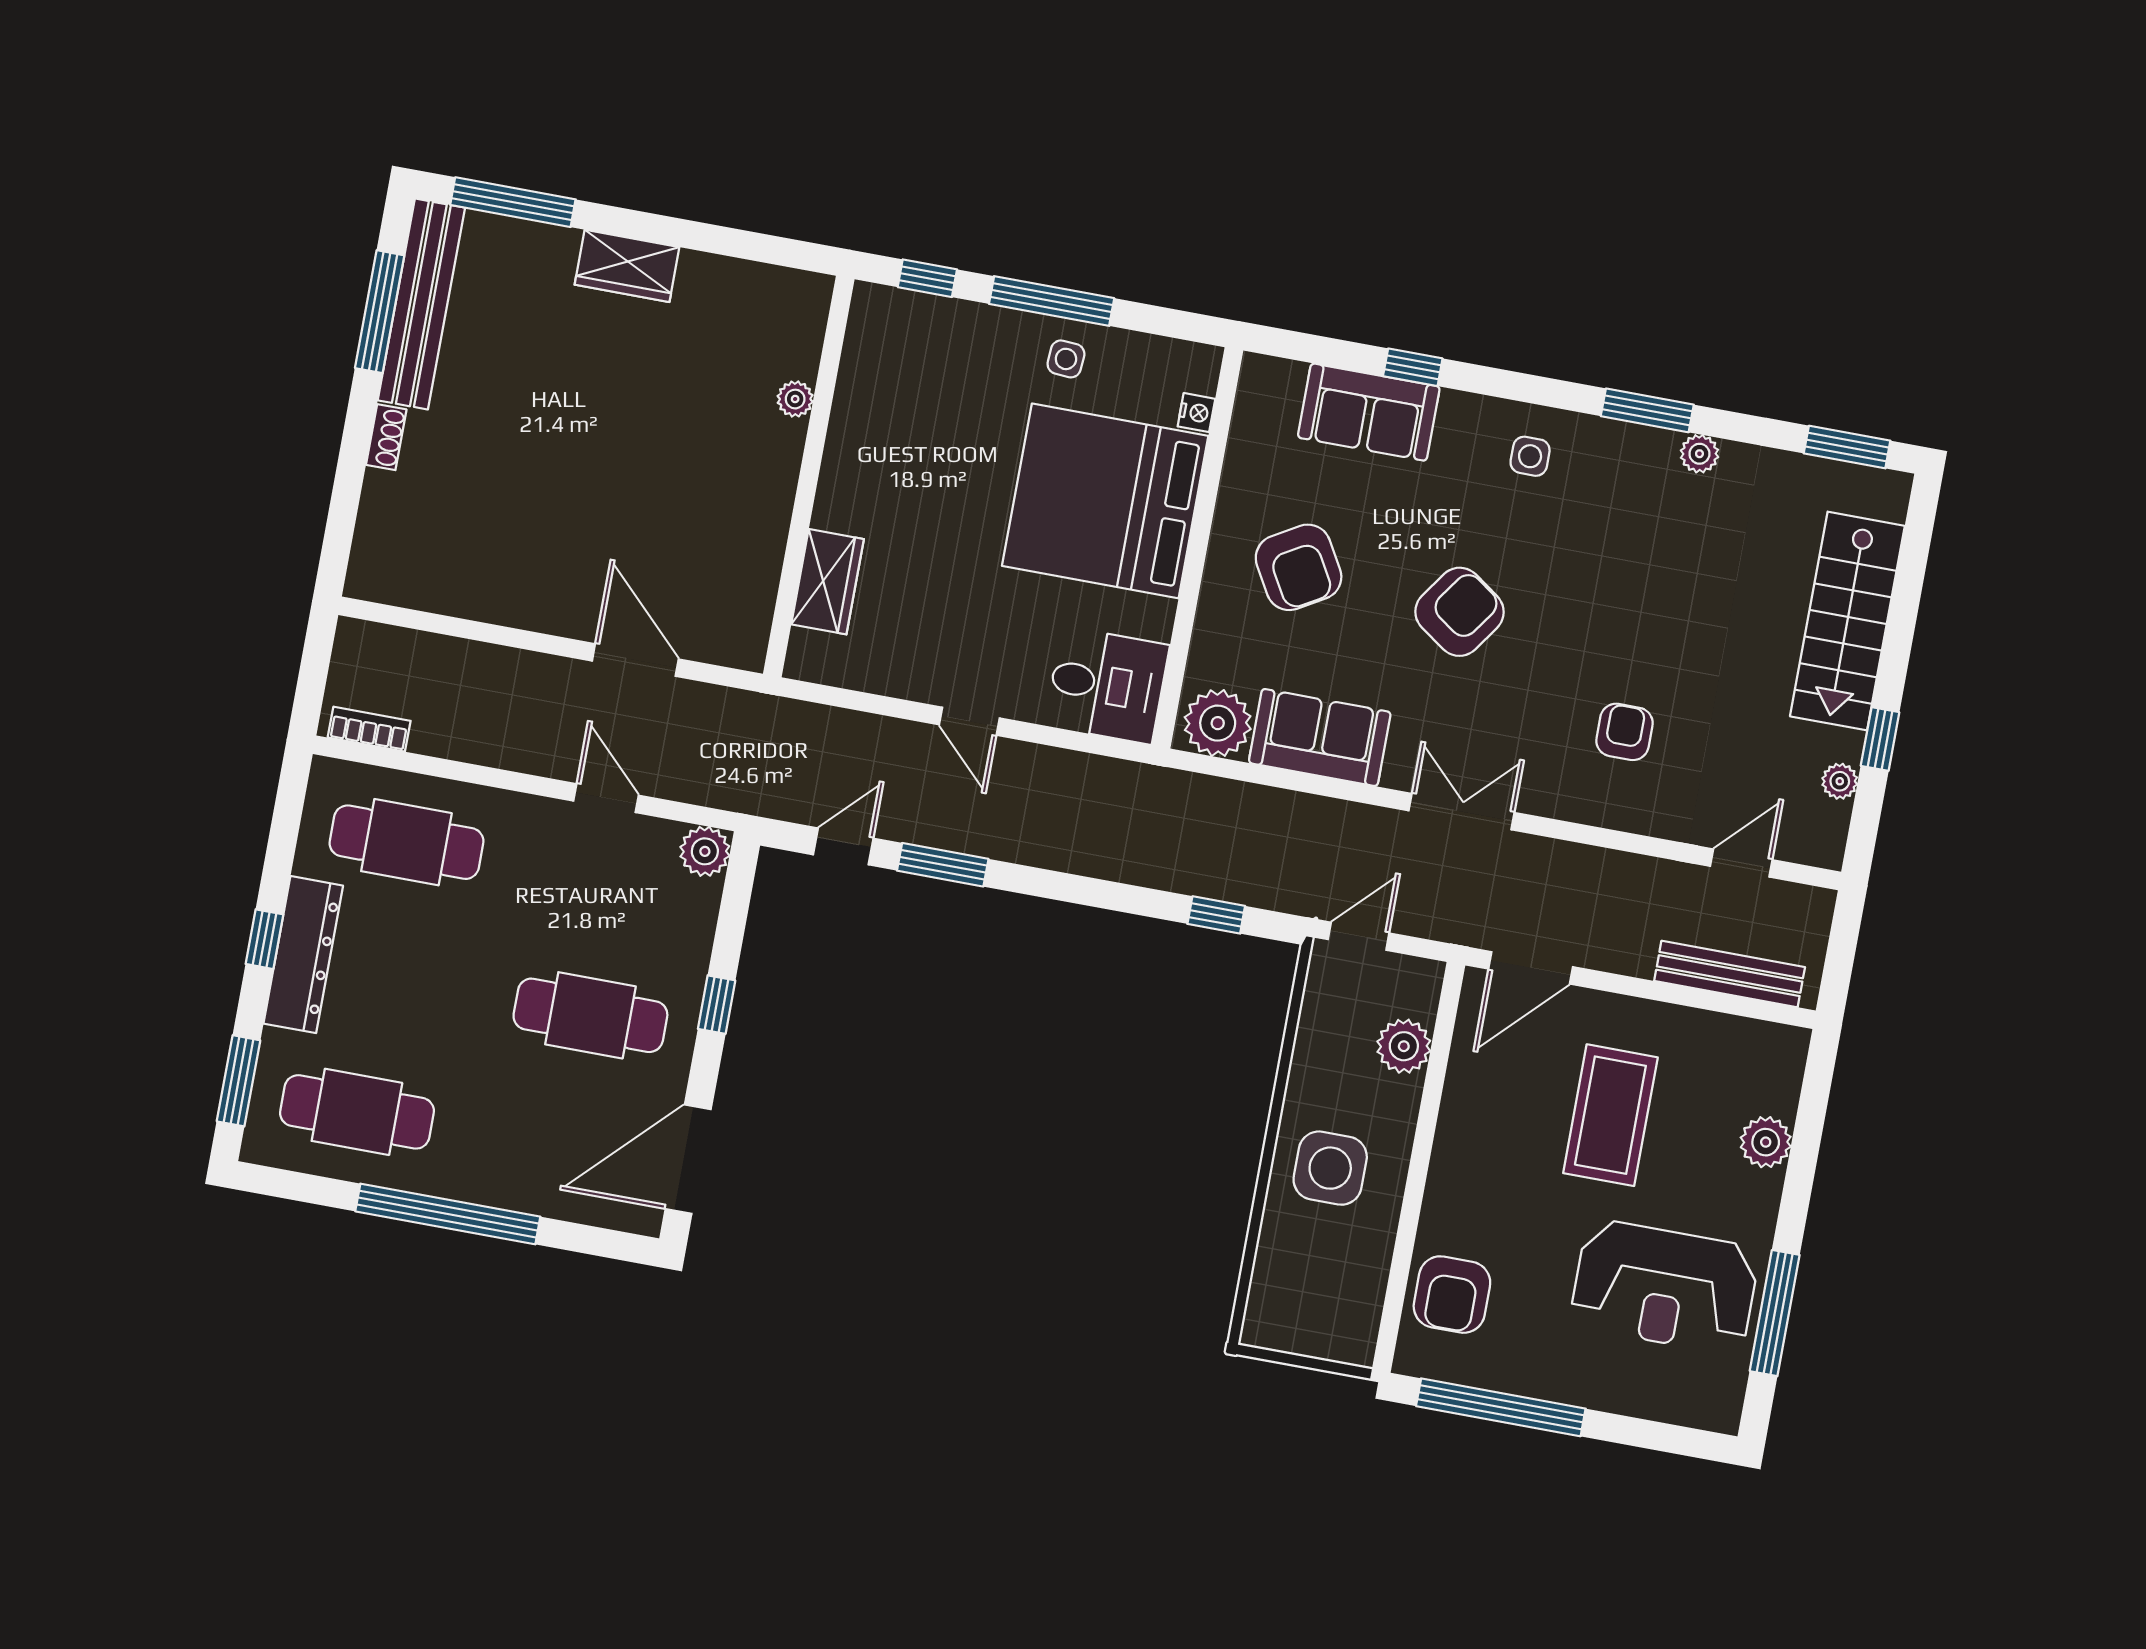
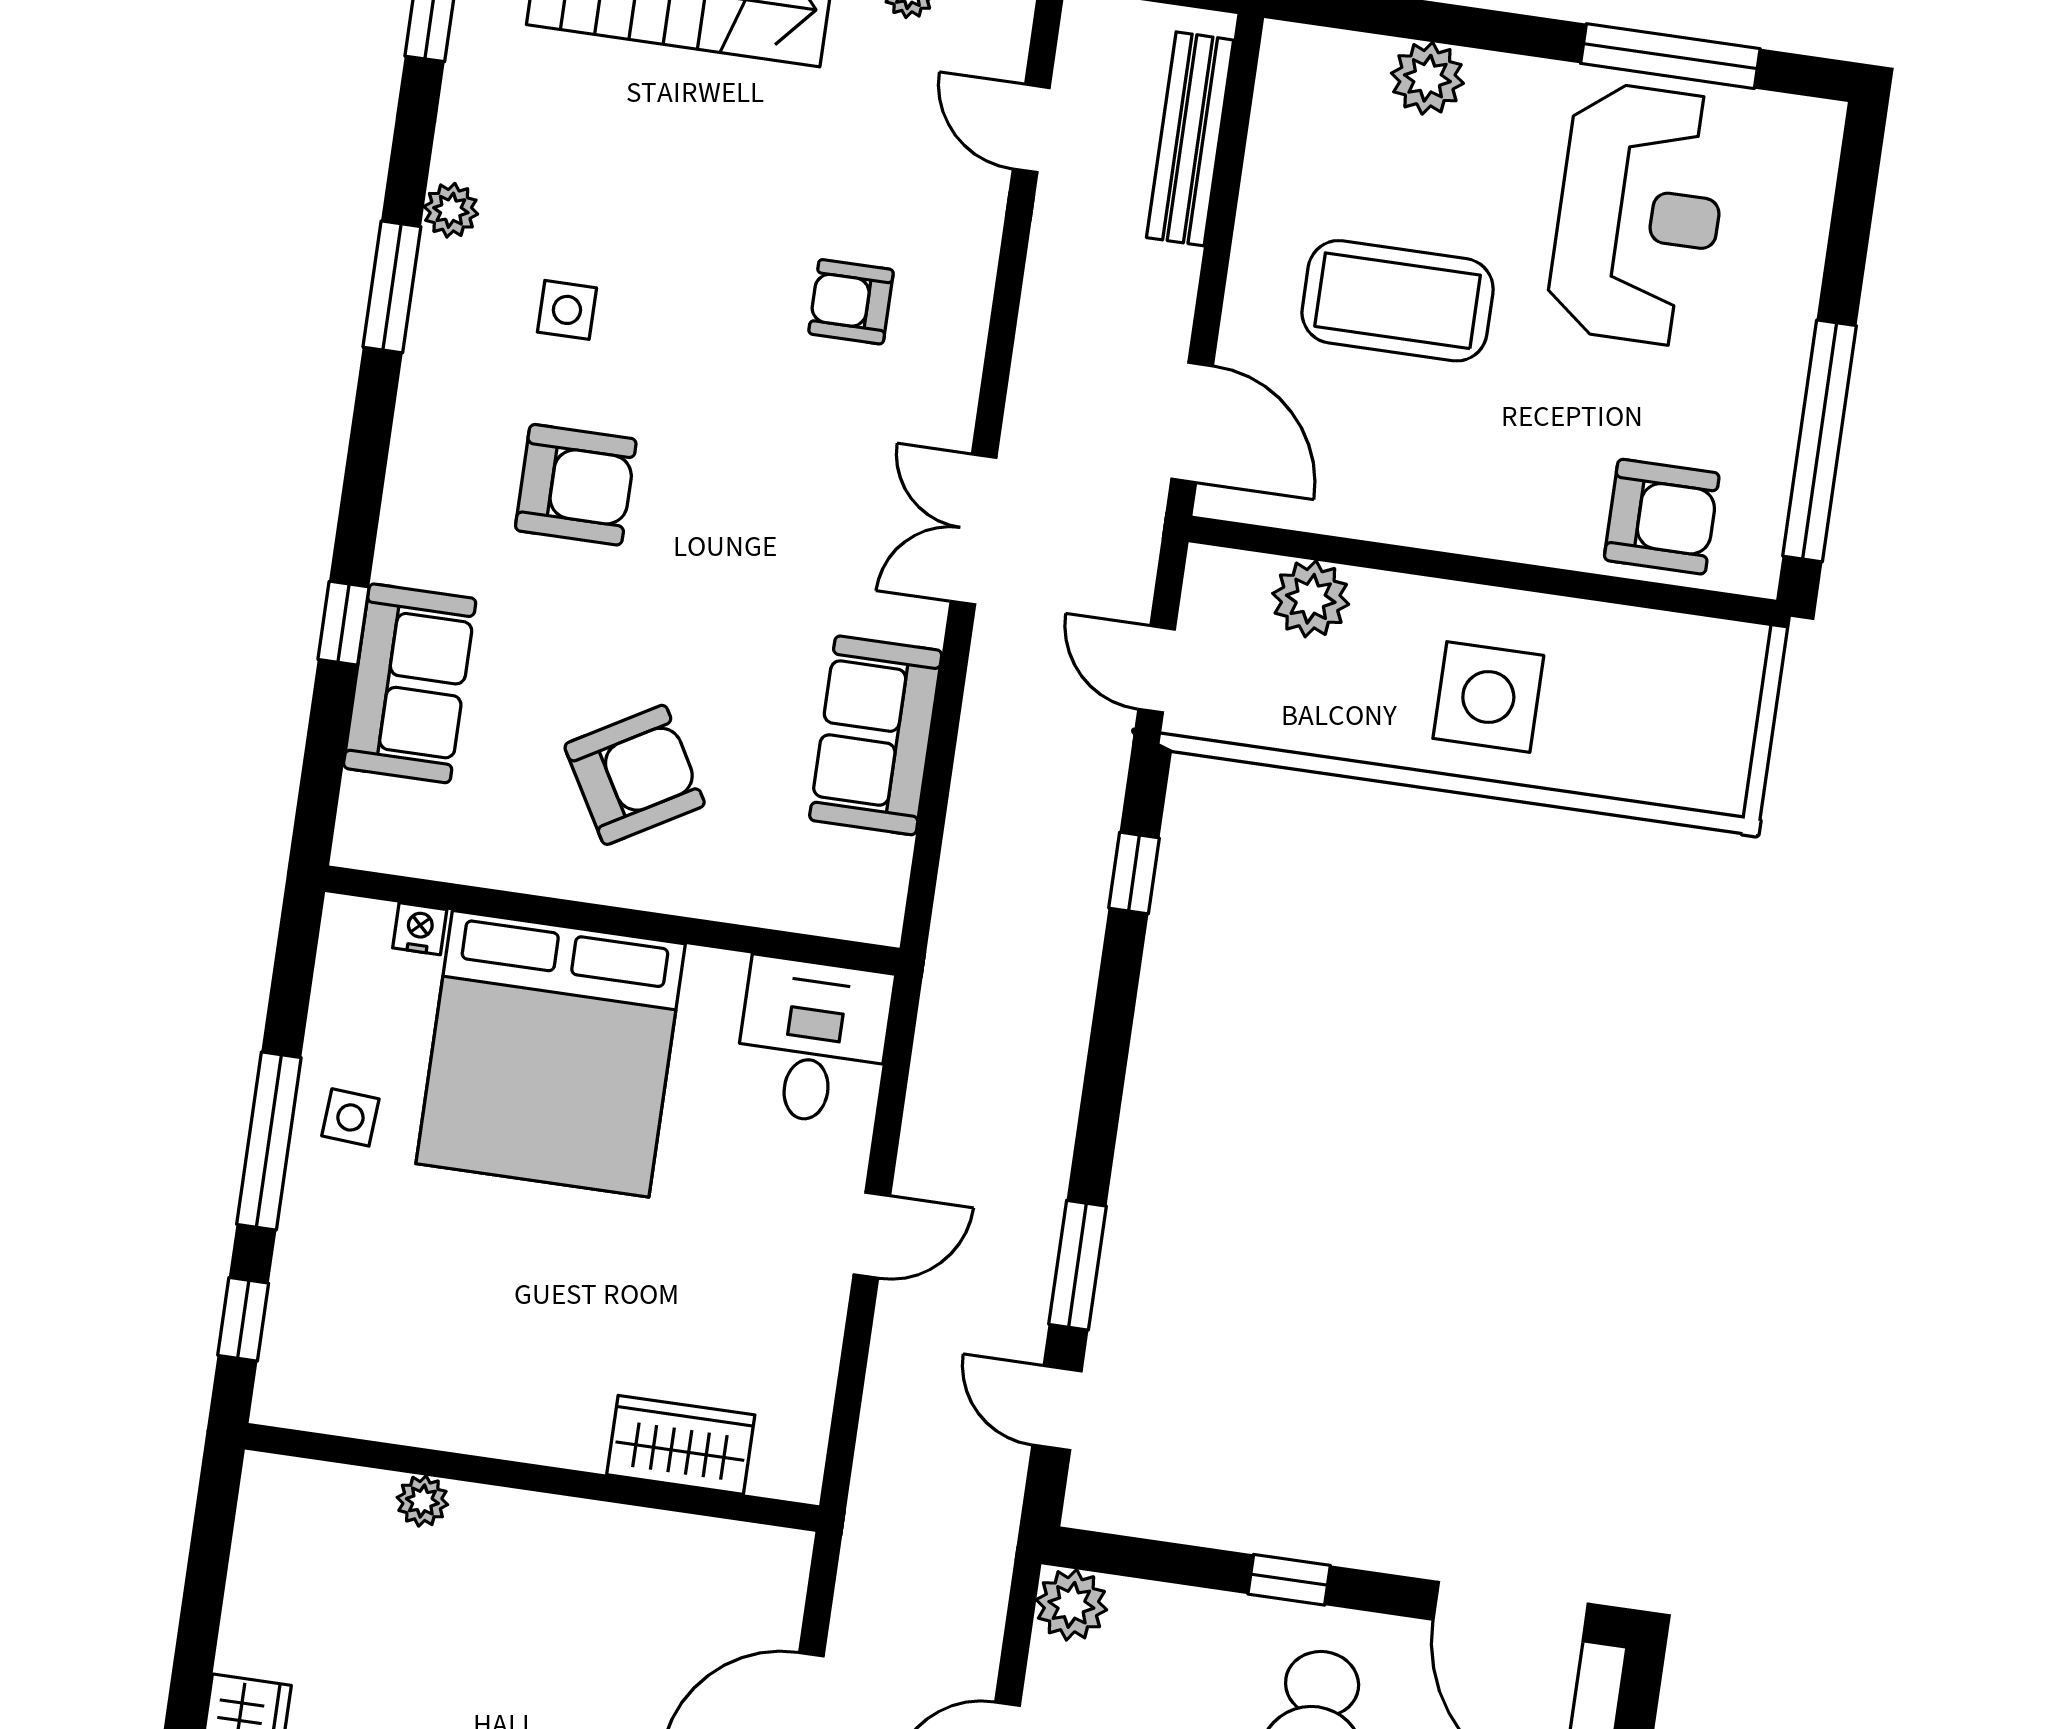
side table: (1530, 456) -> (567, 310), moved
armchair: (1460, 612) -> (576, 485), moved, turned 145
plant: (1218, 723) -> (861, 881), removed

